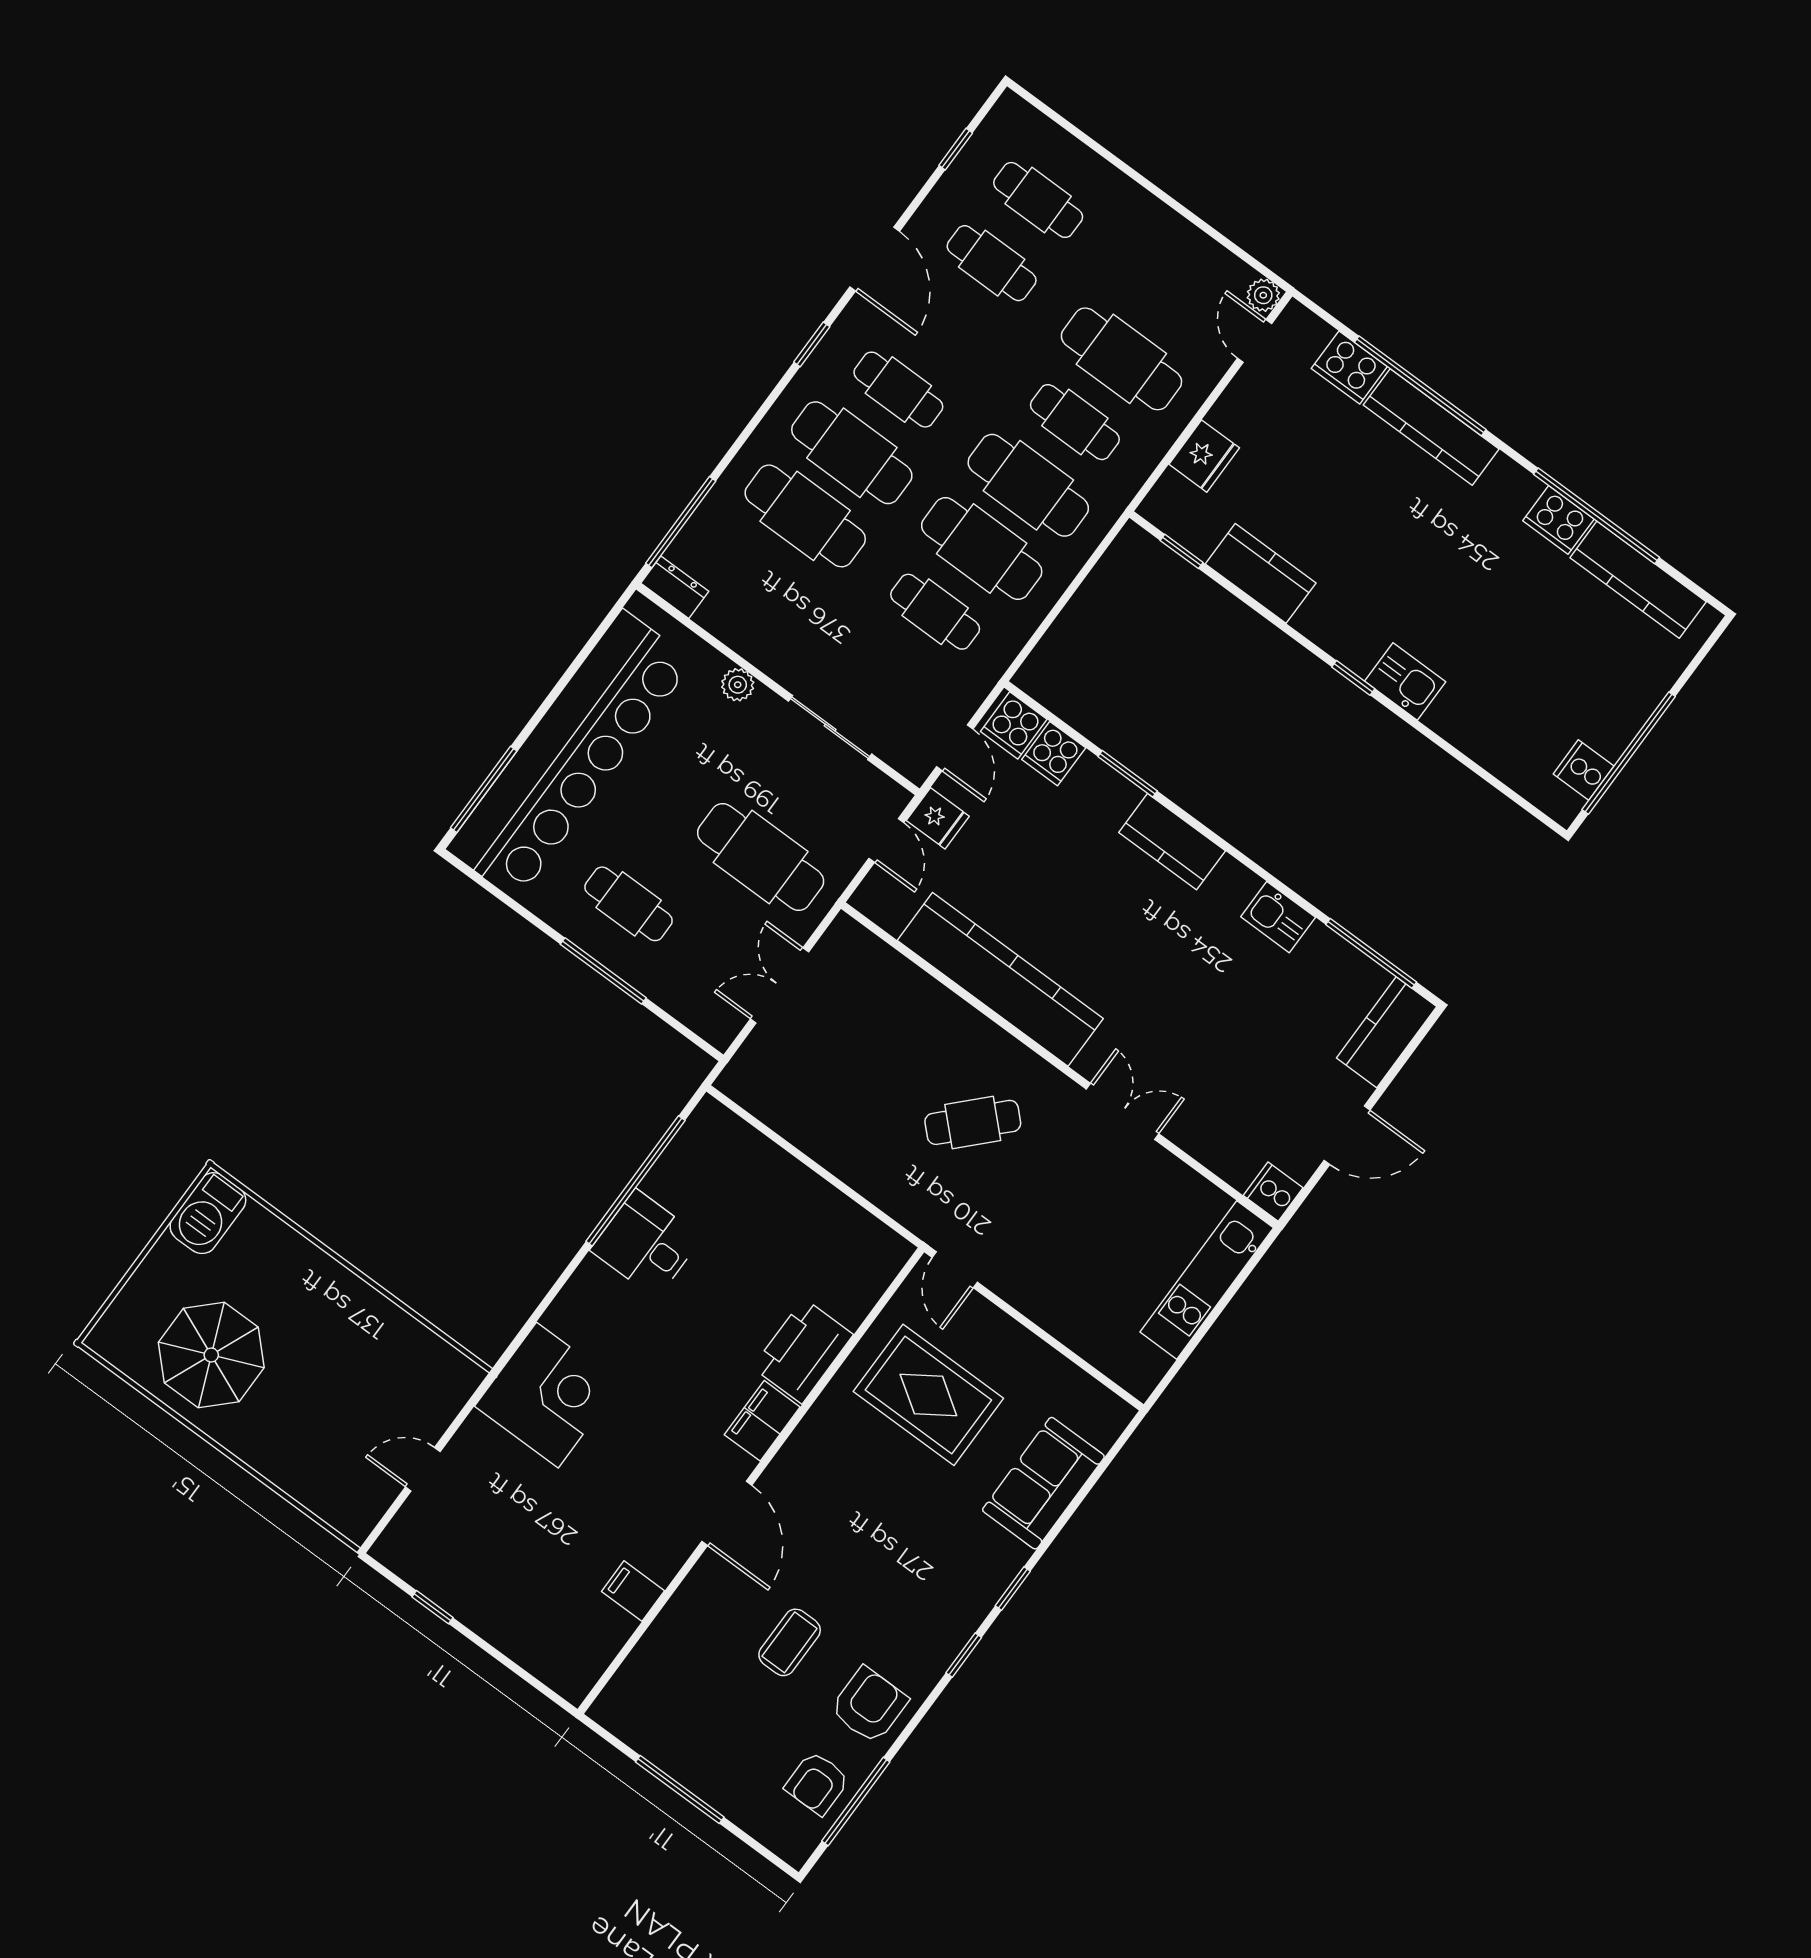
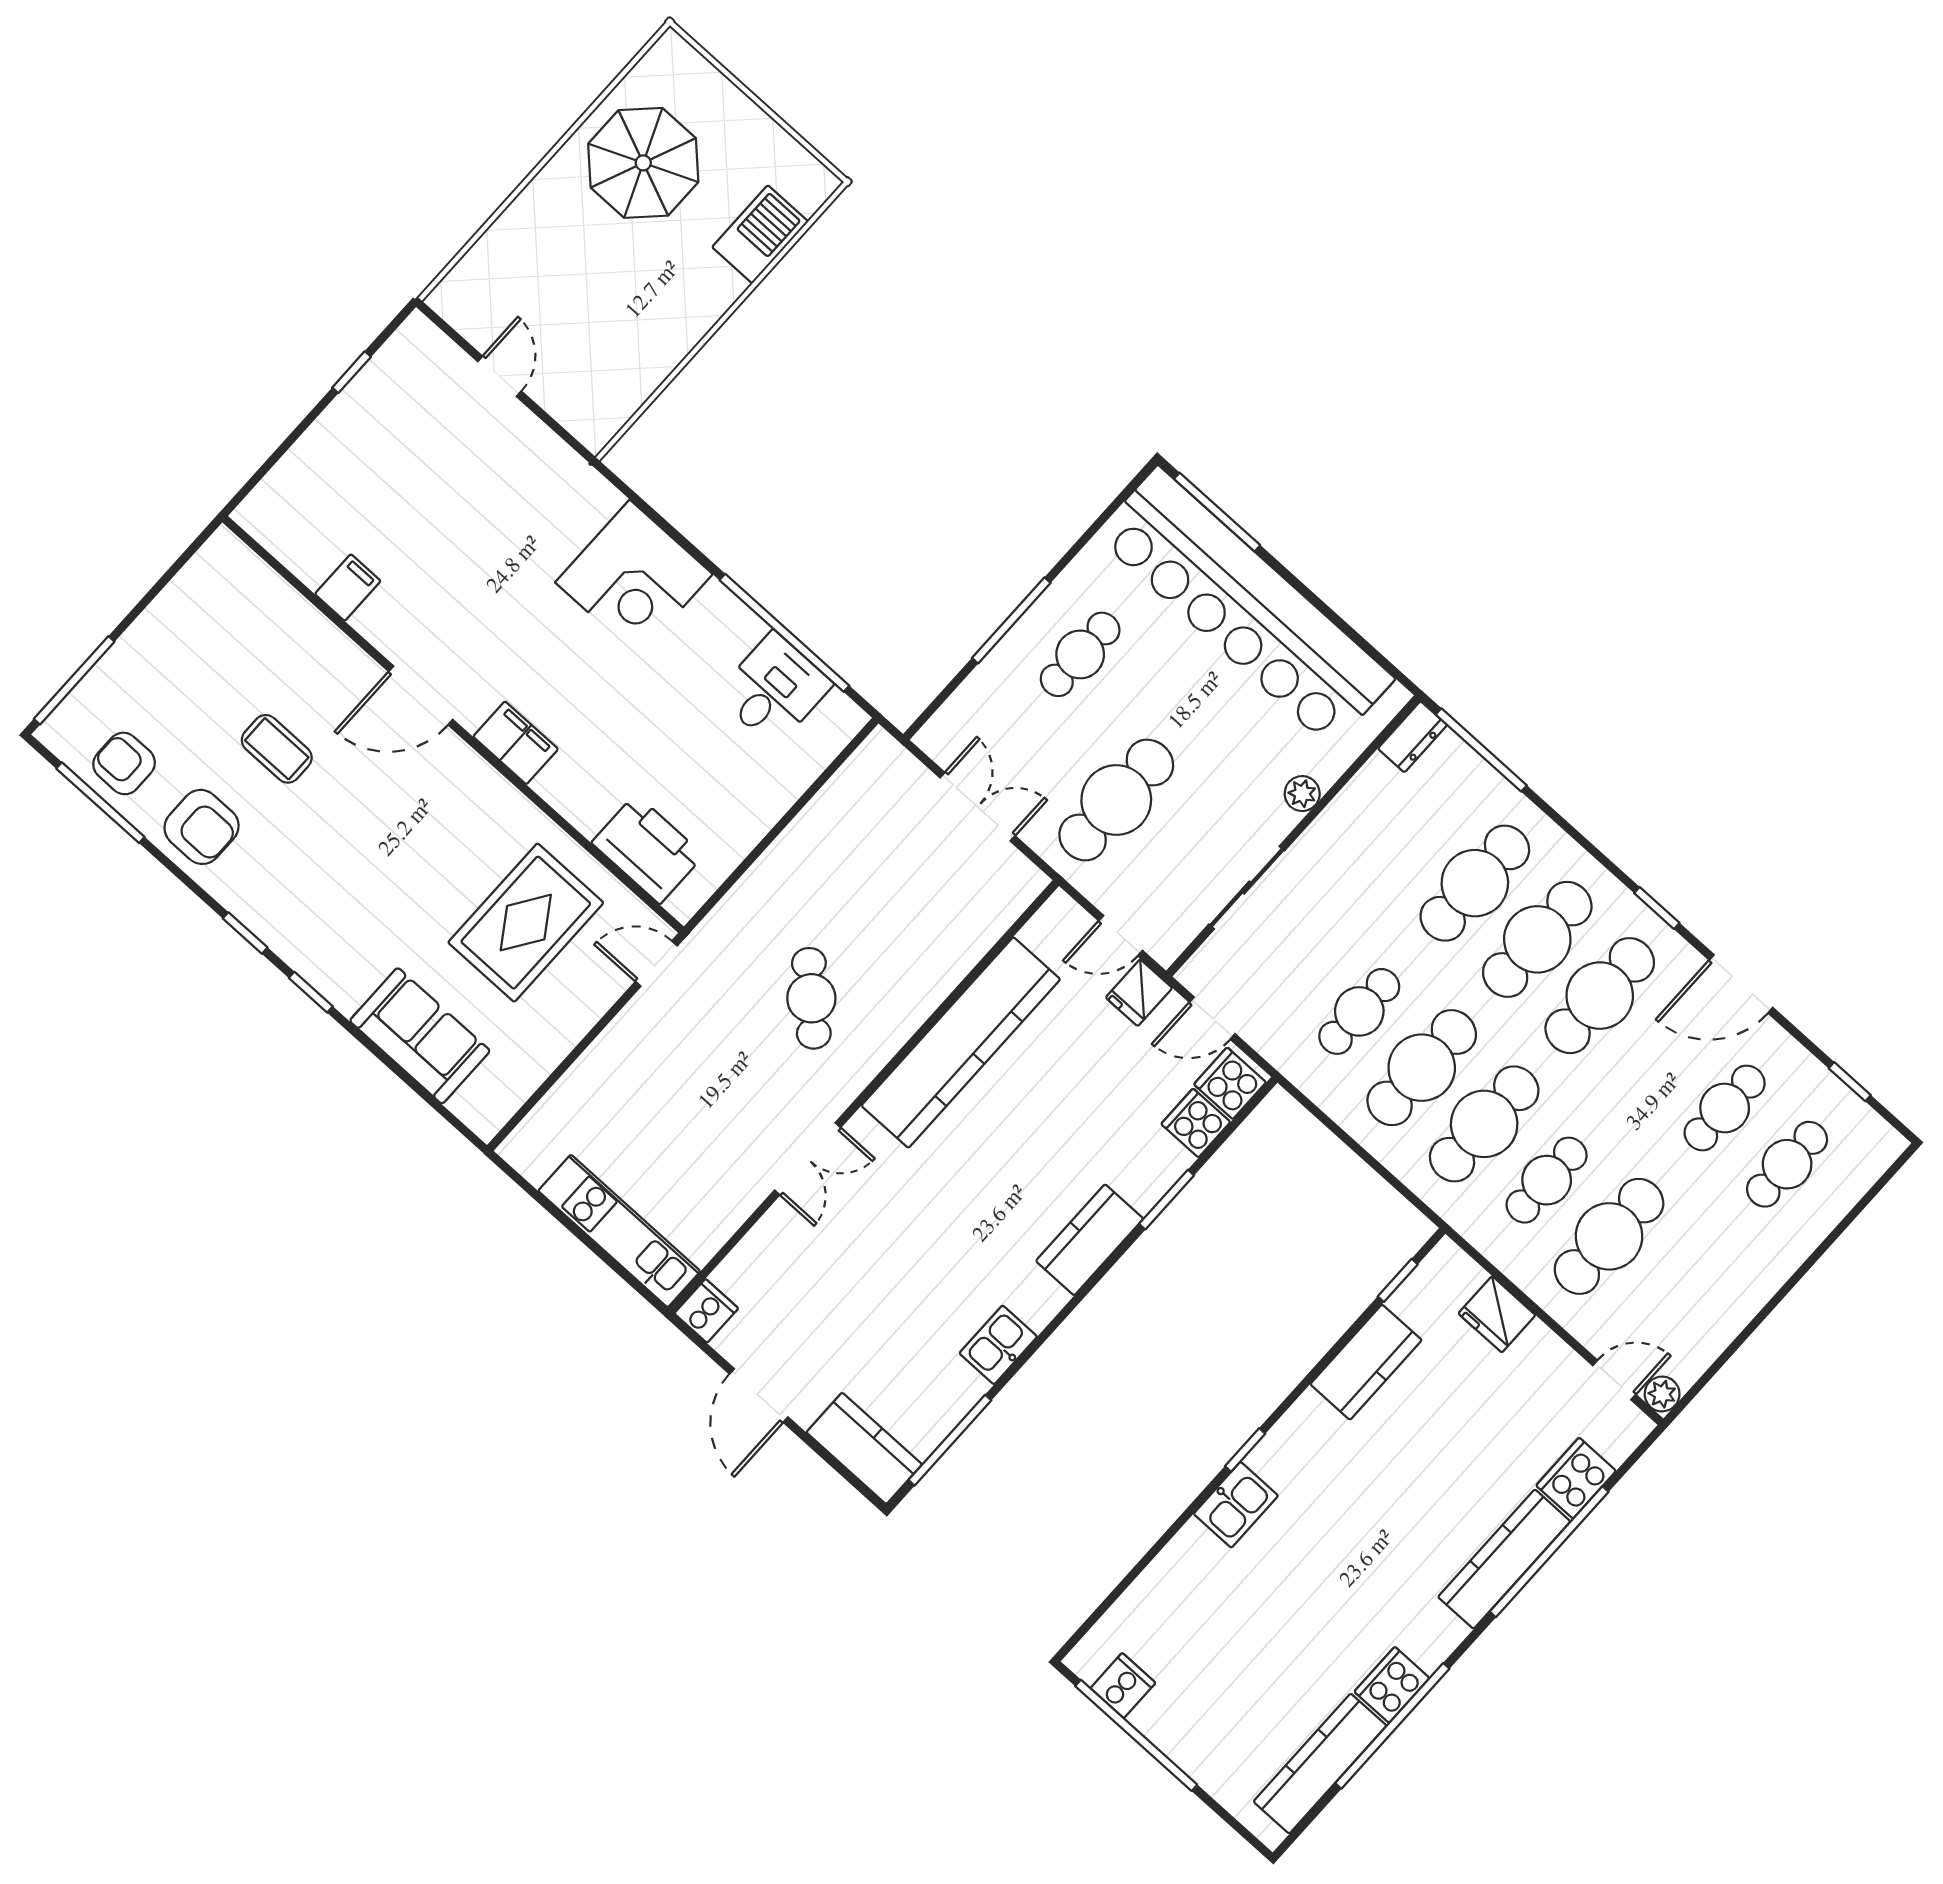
cafe table: (898, 390) -> (1600, 996), width x1.37, depth x1.35
barbecue: (208, 1213) -> (760, 234), moved, turned 90
desk: (646, 1244) -> (774, 689), moved
printer: (803, 1351) -> (648, 849), moved
corner desk: (547, 1395) -> (634, 578), moved
window: (680, 1789) -> (74, 680), moved

